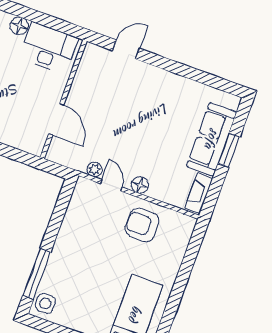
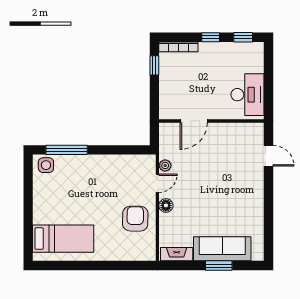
floor lamp: (19, 26) -> (257, 65), removed

